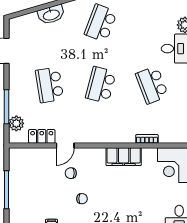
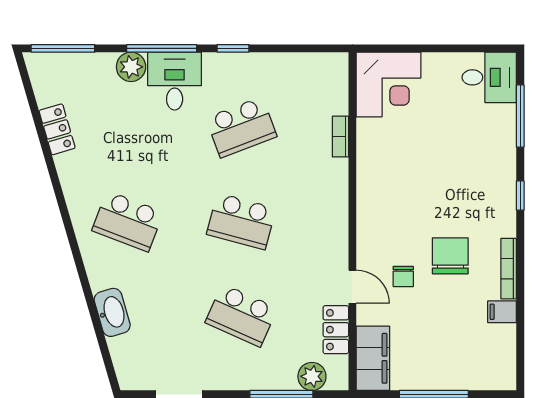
school desk: (50, 85) -> (241, 315), turned 33
filing cabinet: (124, 157) -> (373, 358), moved
chair: (82, 199) -> (450, 256), width x1.87, depth x1.87

